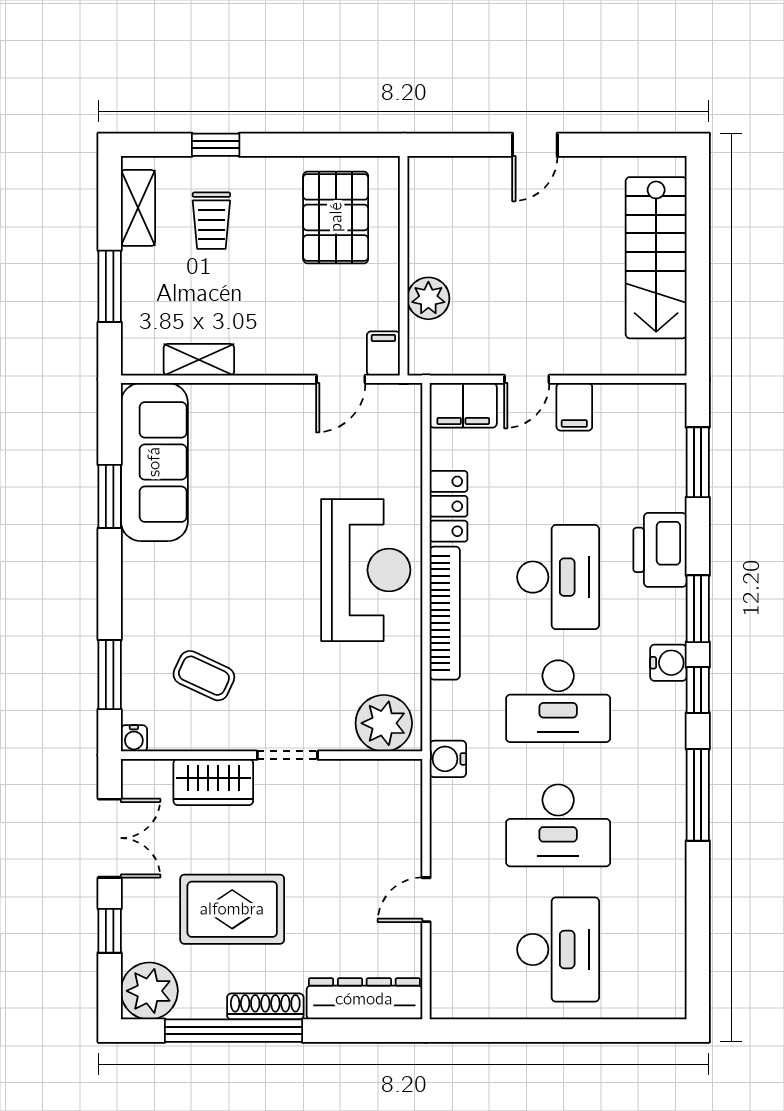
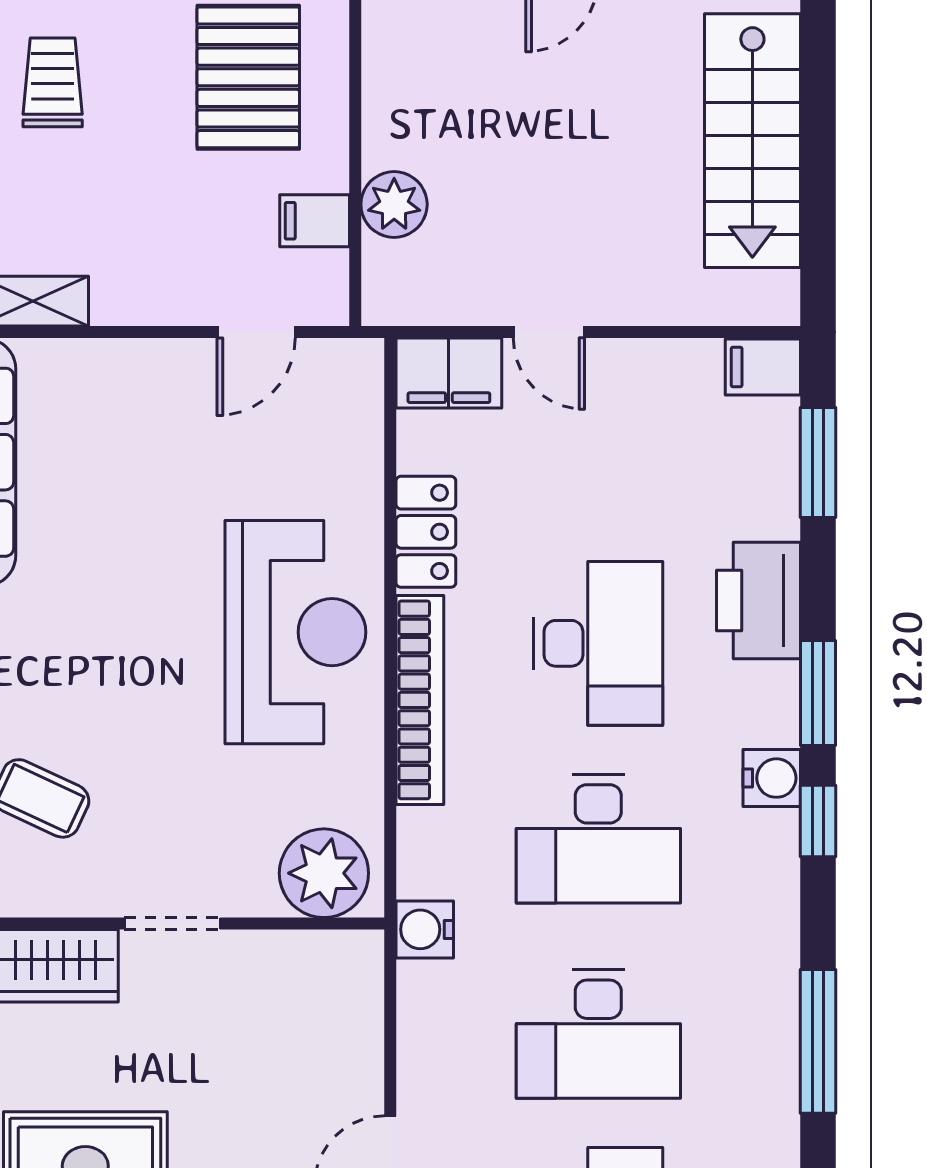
trolley: (211, 221) -> (53, 82), turned 180
filing cabinet: (383, 353) -> (315, 221), moved, turned -90
door: (527, 379) -> (549, 332), hinge flipped
filing cabinet: (574, 407) -> (763, 367), moved, turned 90
window: (698, 795) -> (818, 1041), moved

